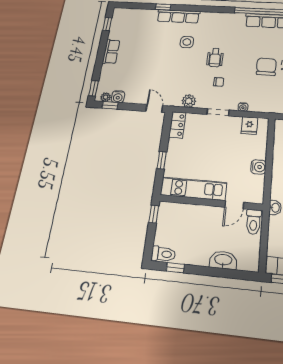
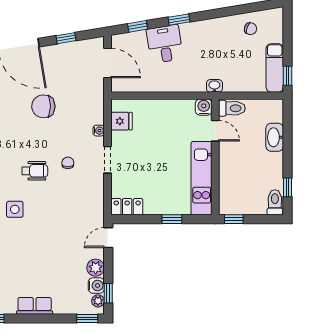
plant: (189, 101) -> (96, 268), moved
water cooler: (258, 167) -> (204, 107), moved

